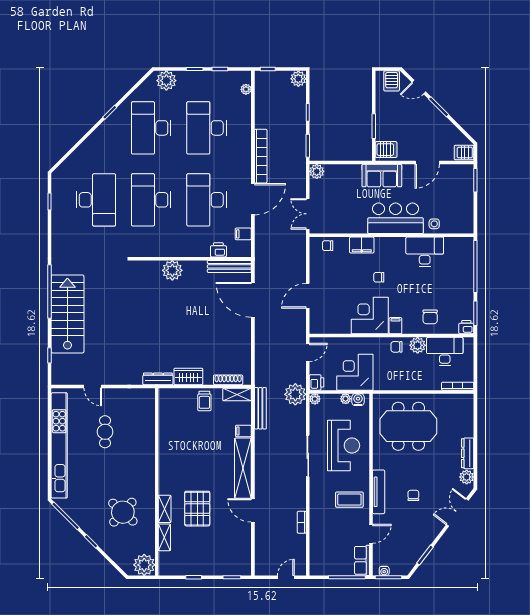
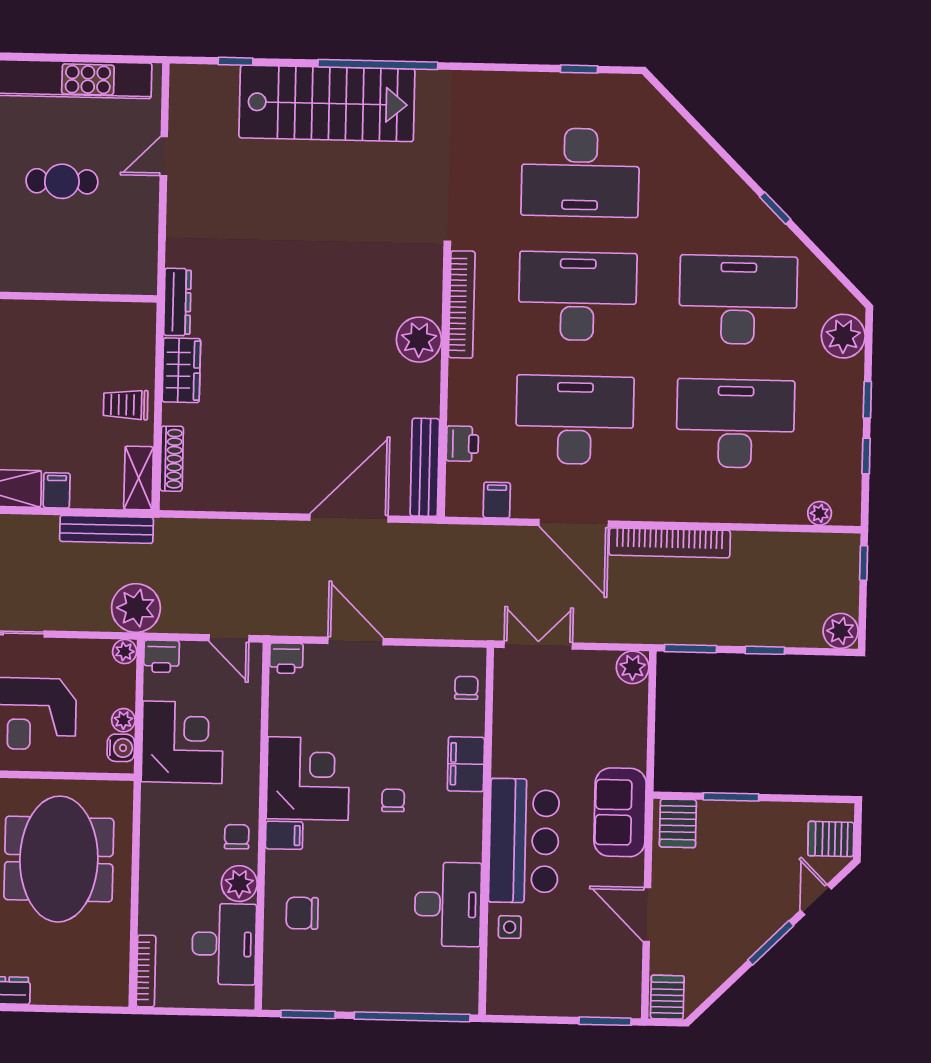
bookcase: (156, 252) -> (462, 304), added
printer: (466, 327) -> (286, 658), moved, turned 90

